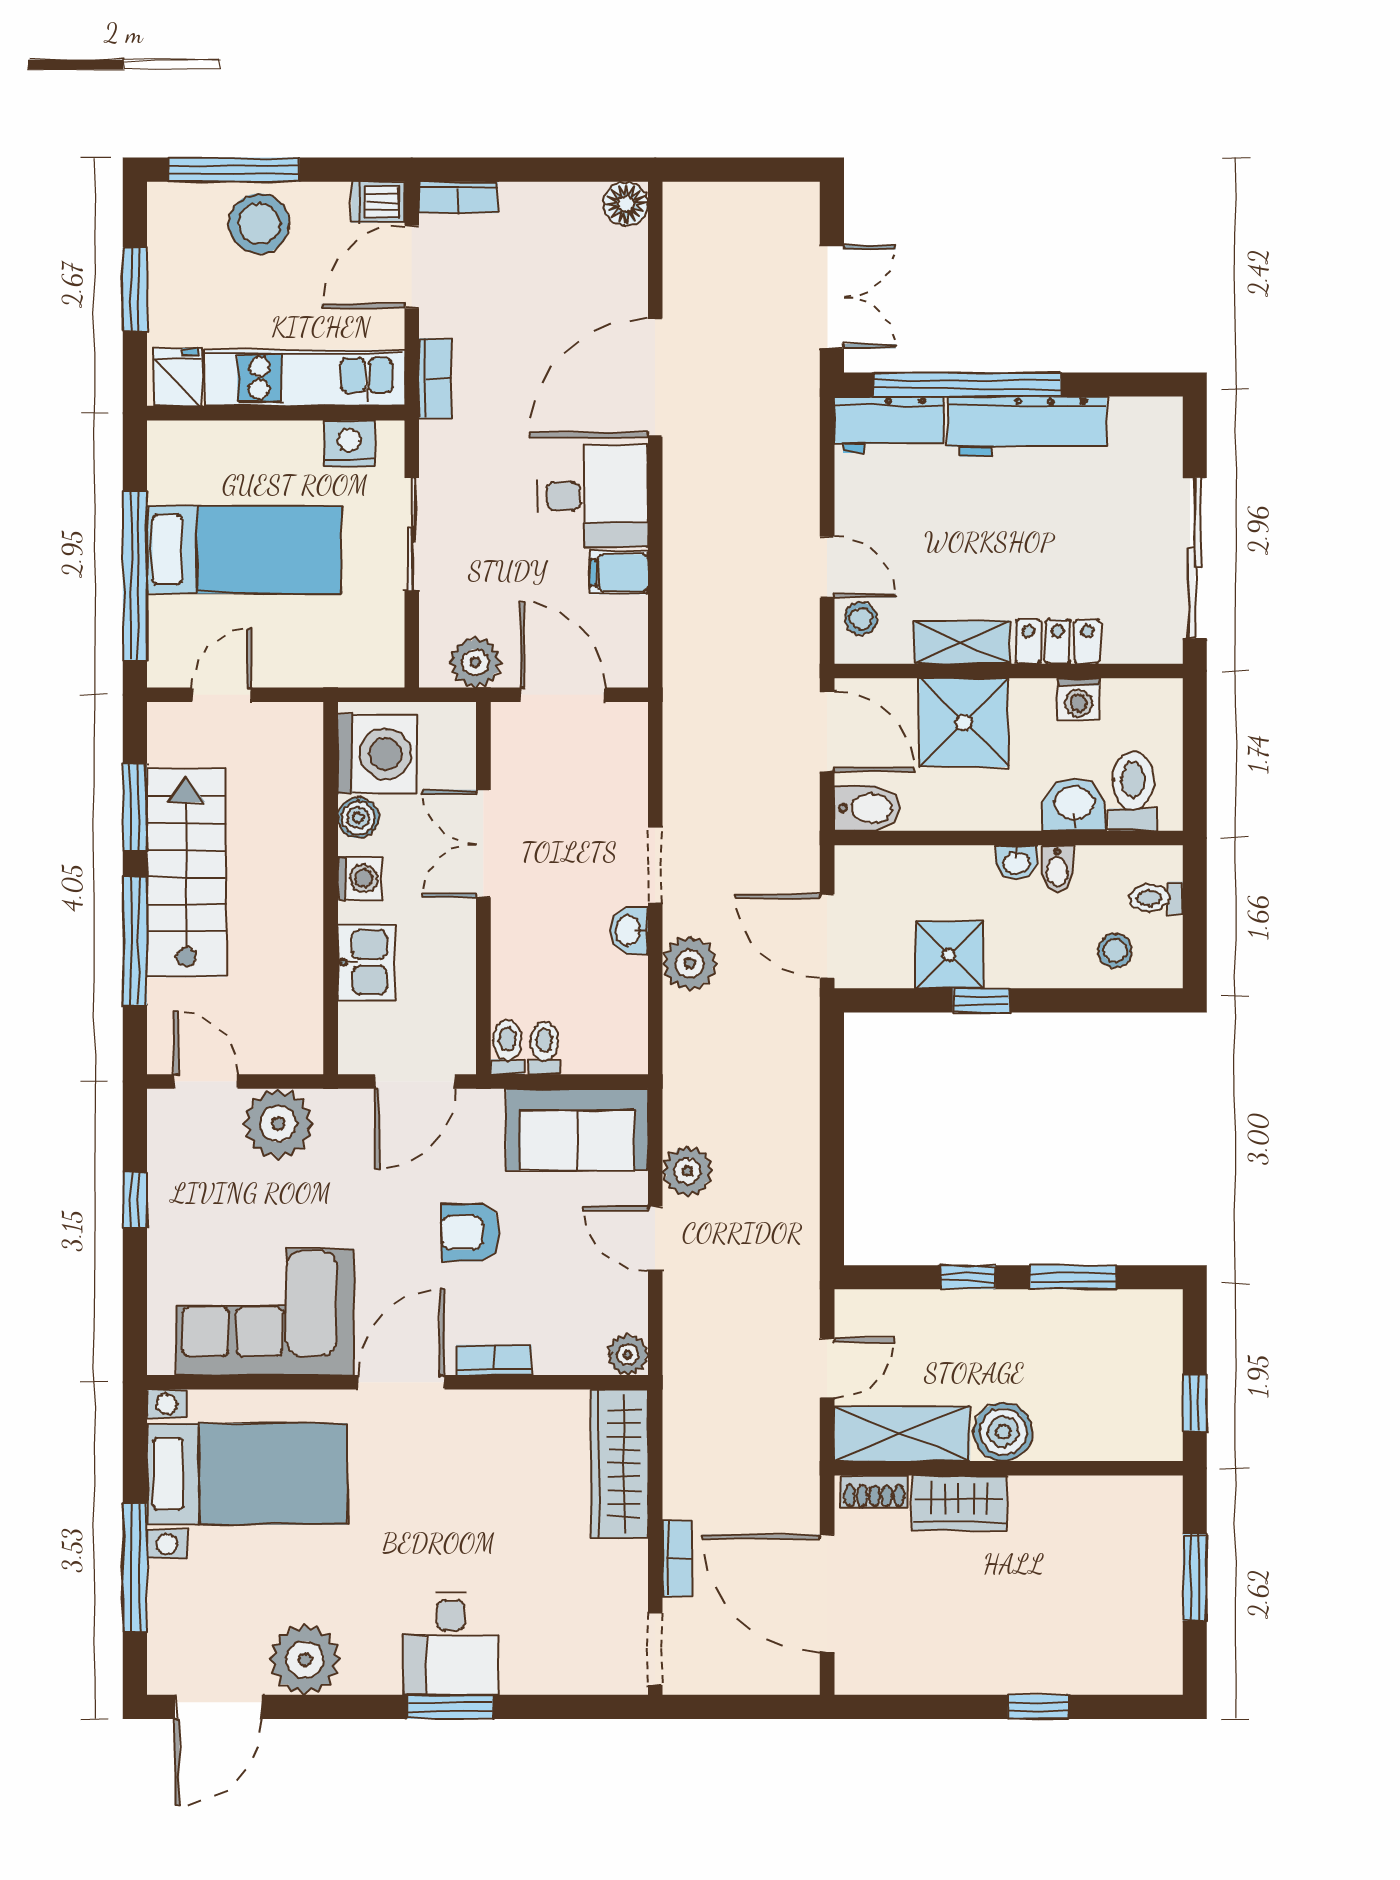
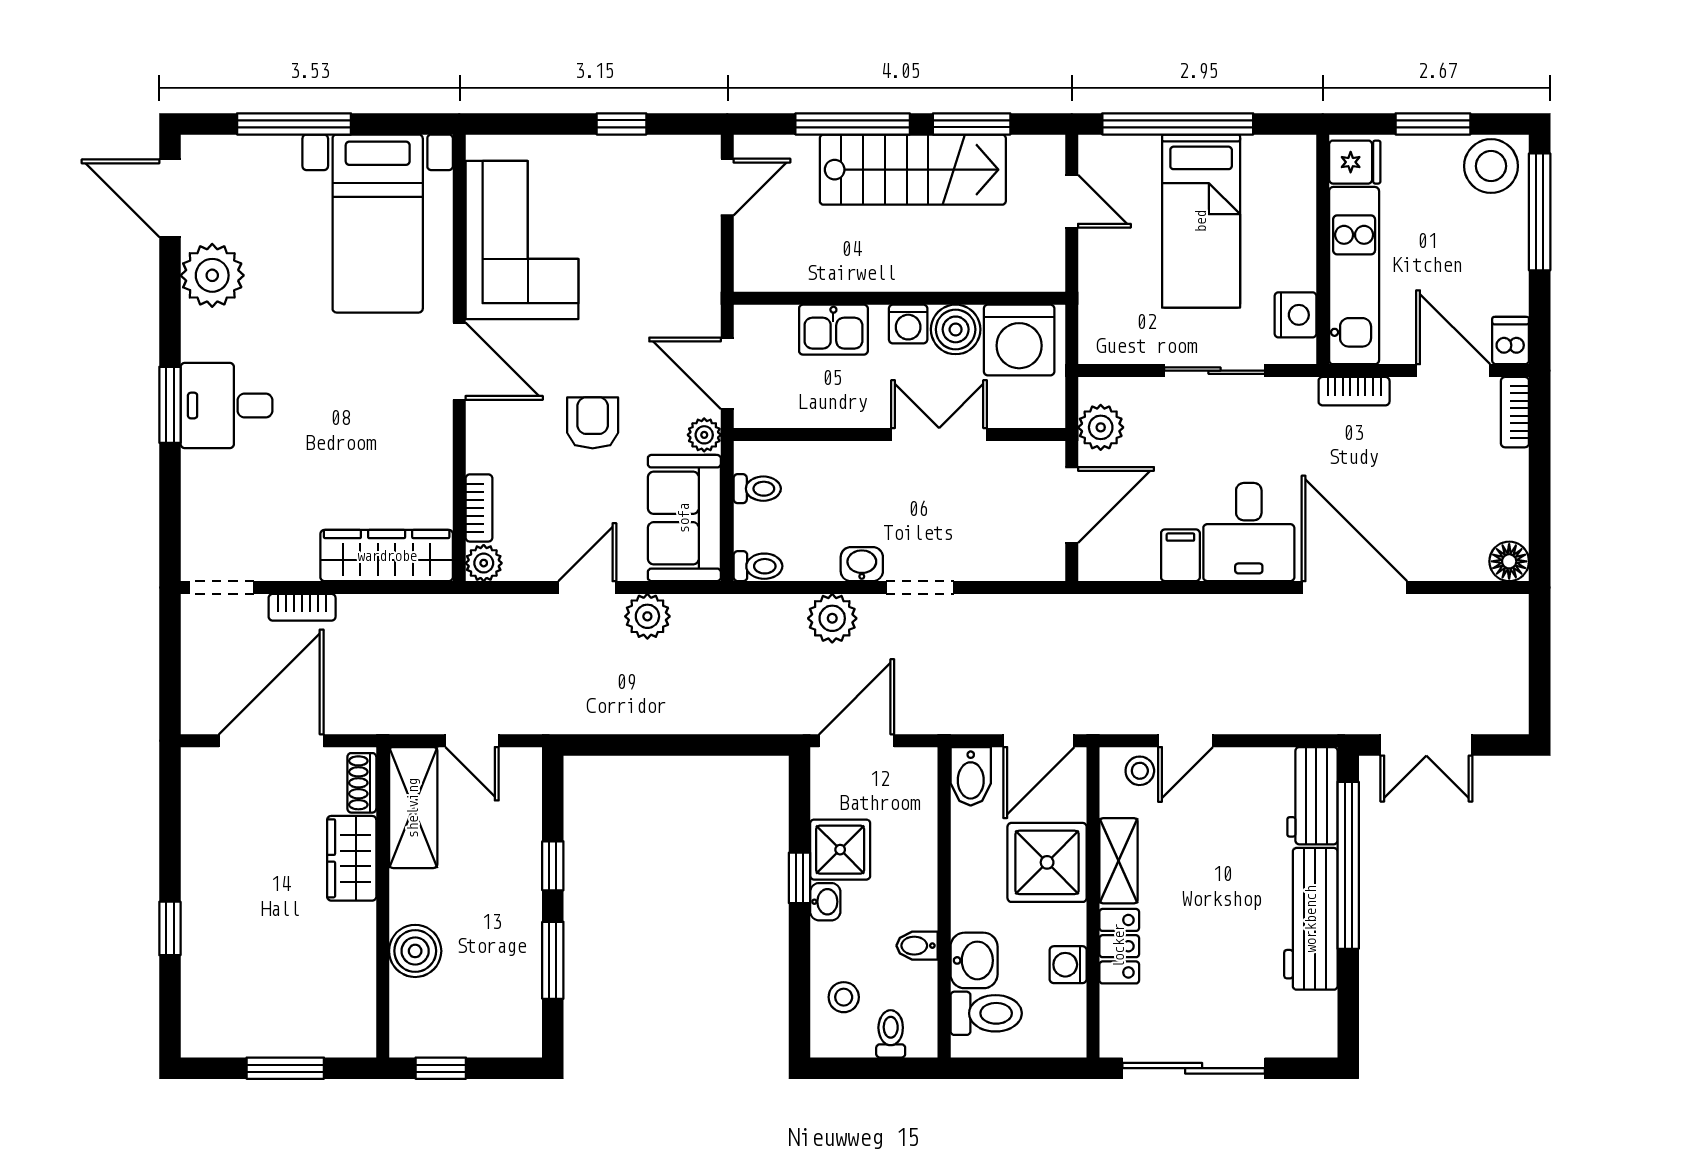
stool: (259, 224) -> (1491, 166), moved
boiler: (358, 818) -> (956, 329), width x1.36, depth x1.36
washbasin: (1017, 862) -> (825, 902), moved, turned 180
toilet: (507, 1047) -> (758, 566), moved
plant: (278, 1124) -> (704, 435), moved, width x0.53, depth x0.53
bookcase: (494, 1360) -> (479, 508), moved
boiler: (1003, 1432) -> (415, 951), moved

